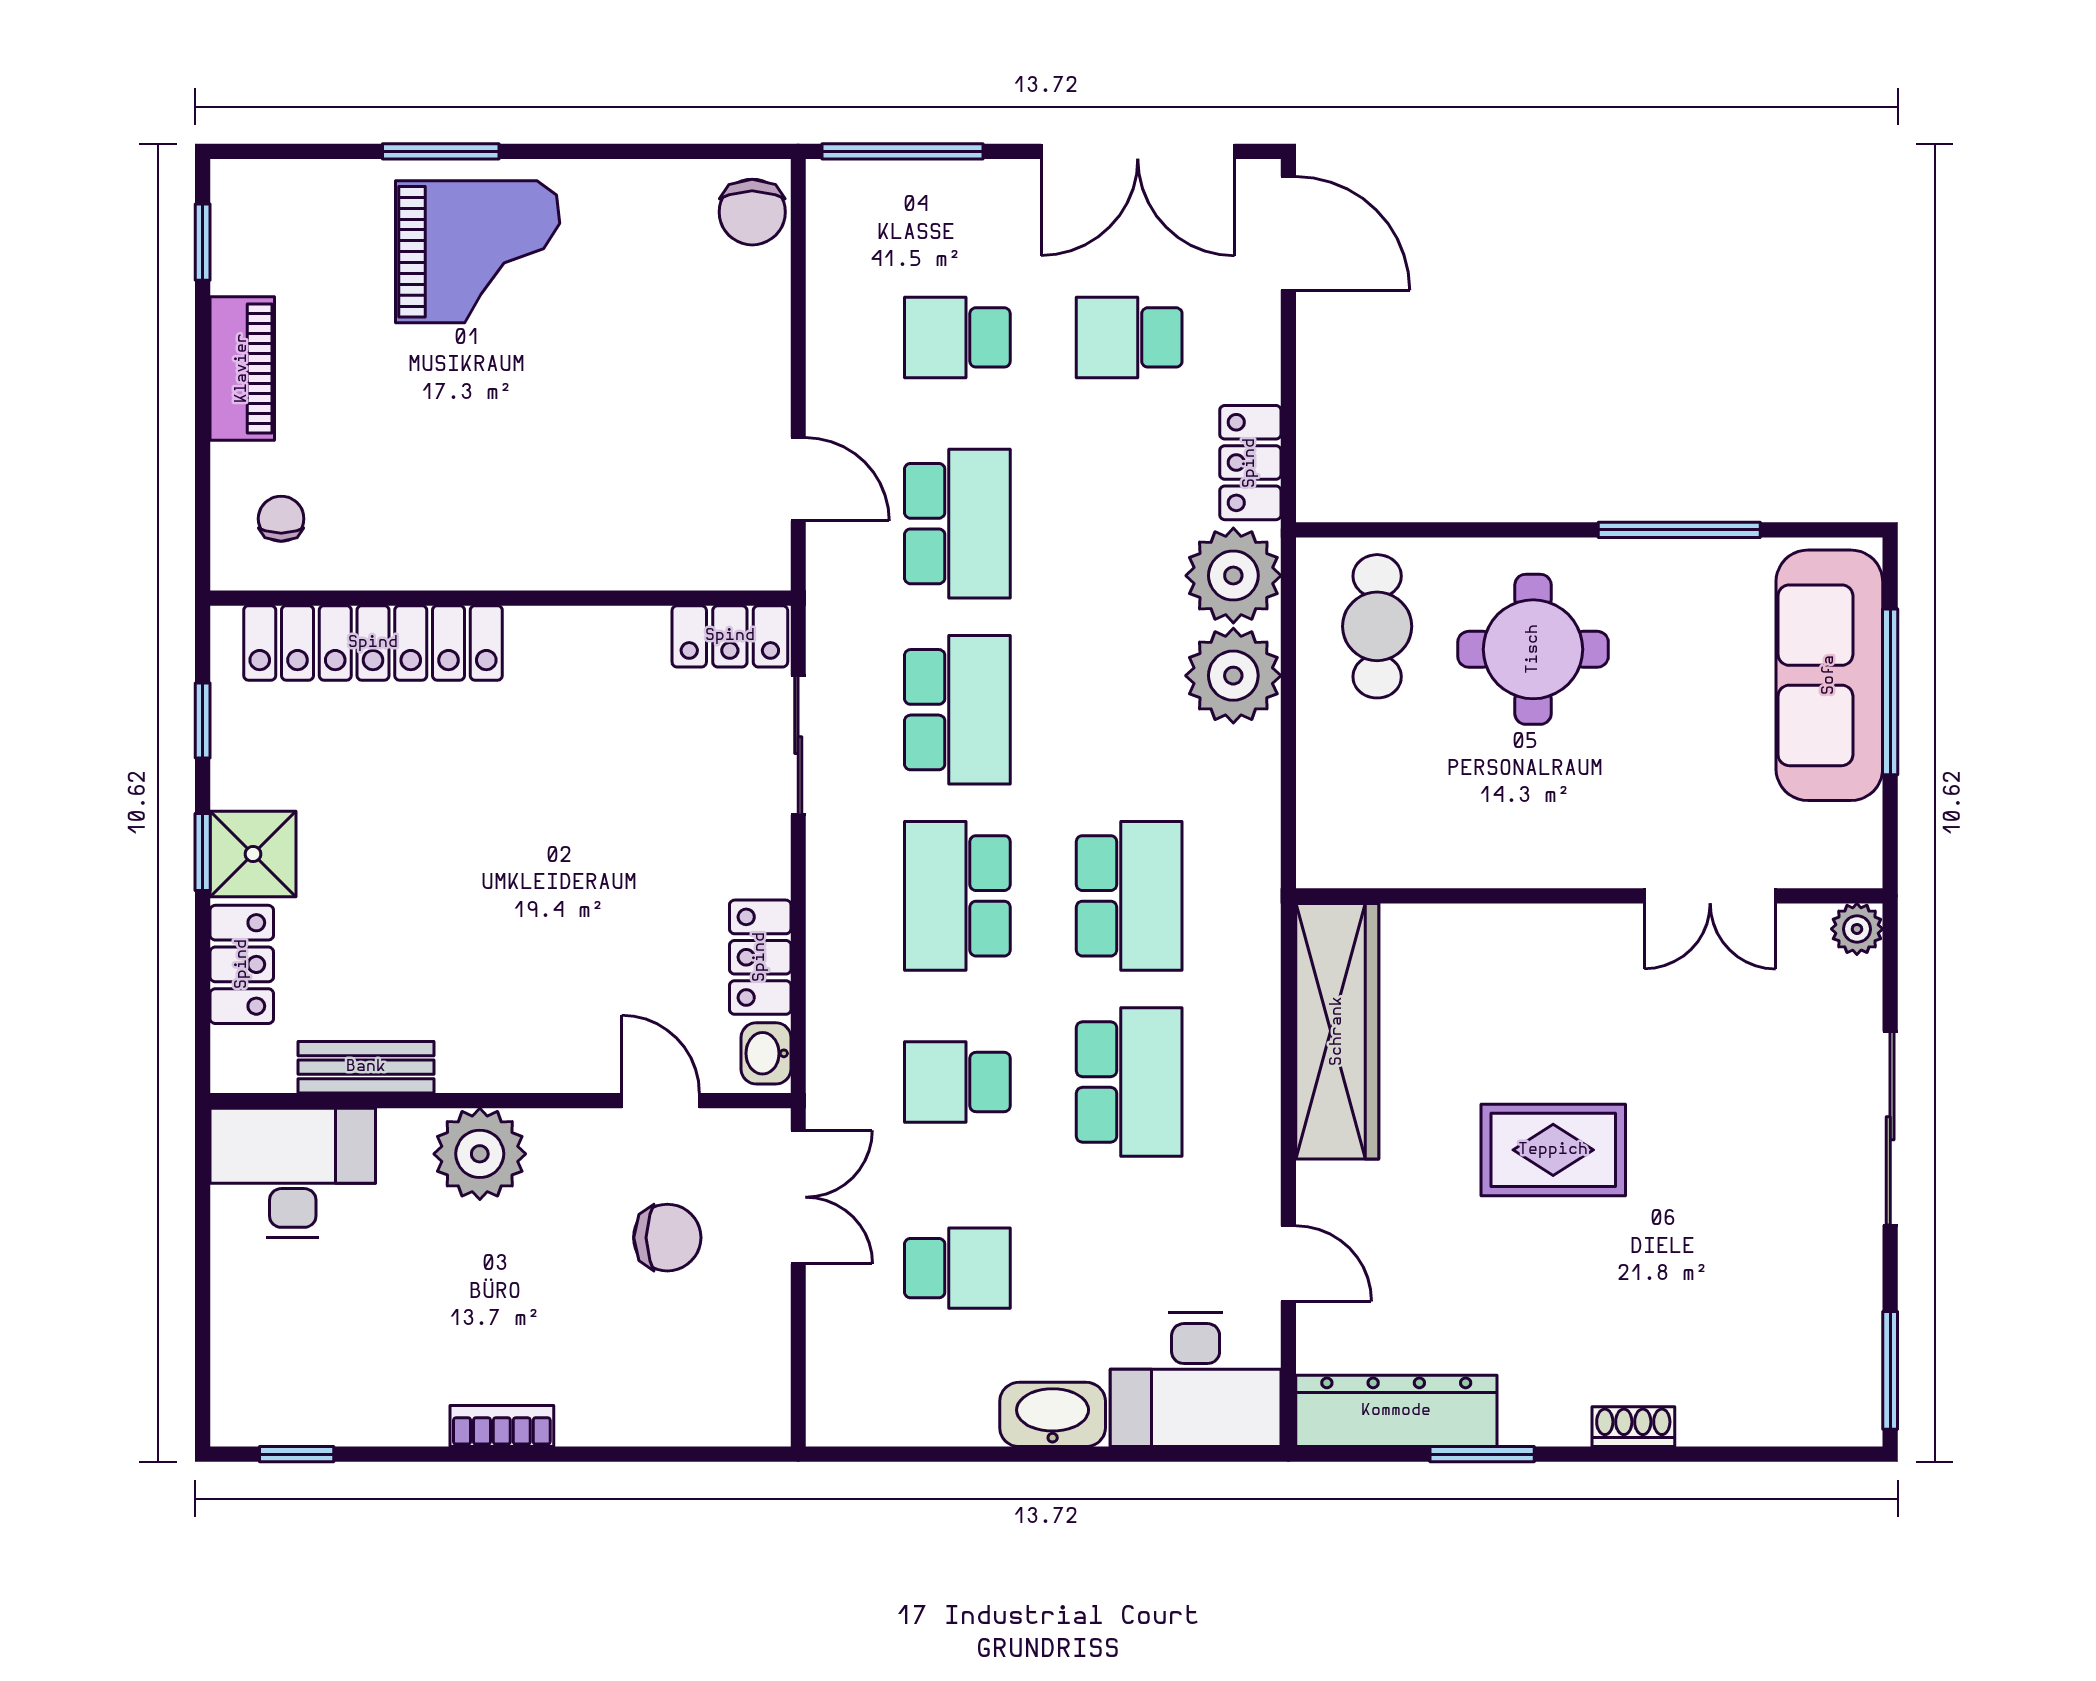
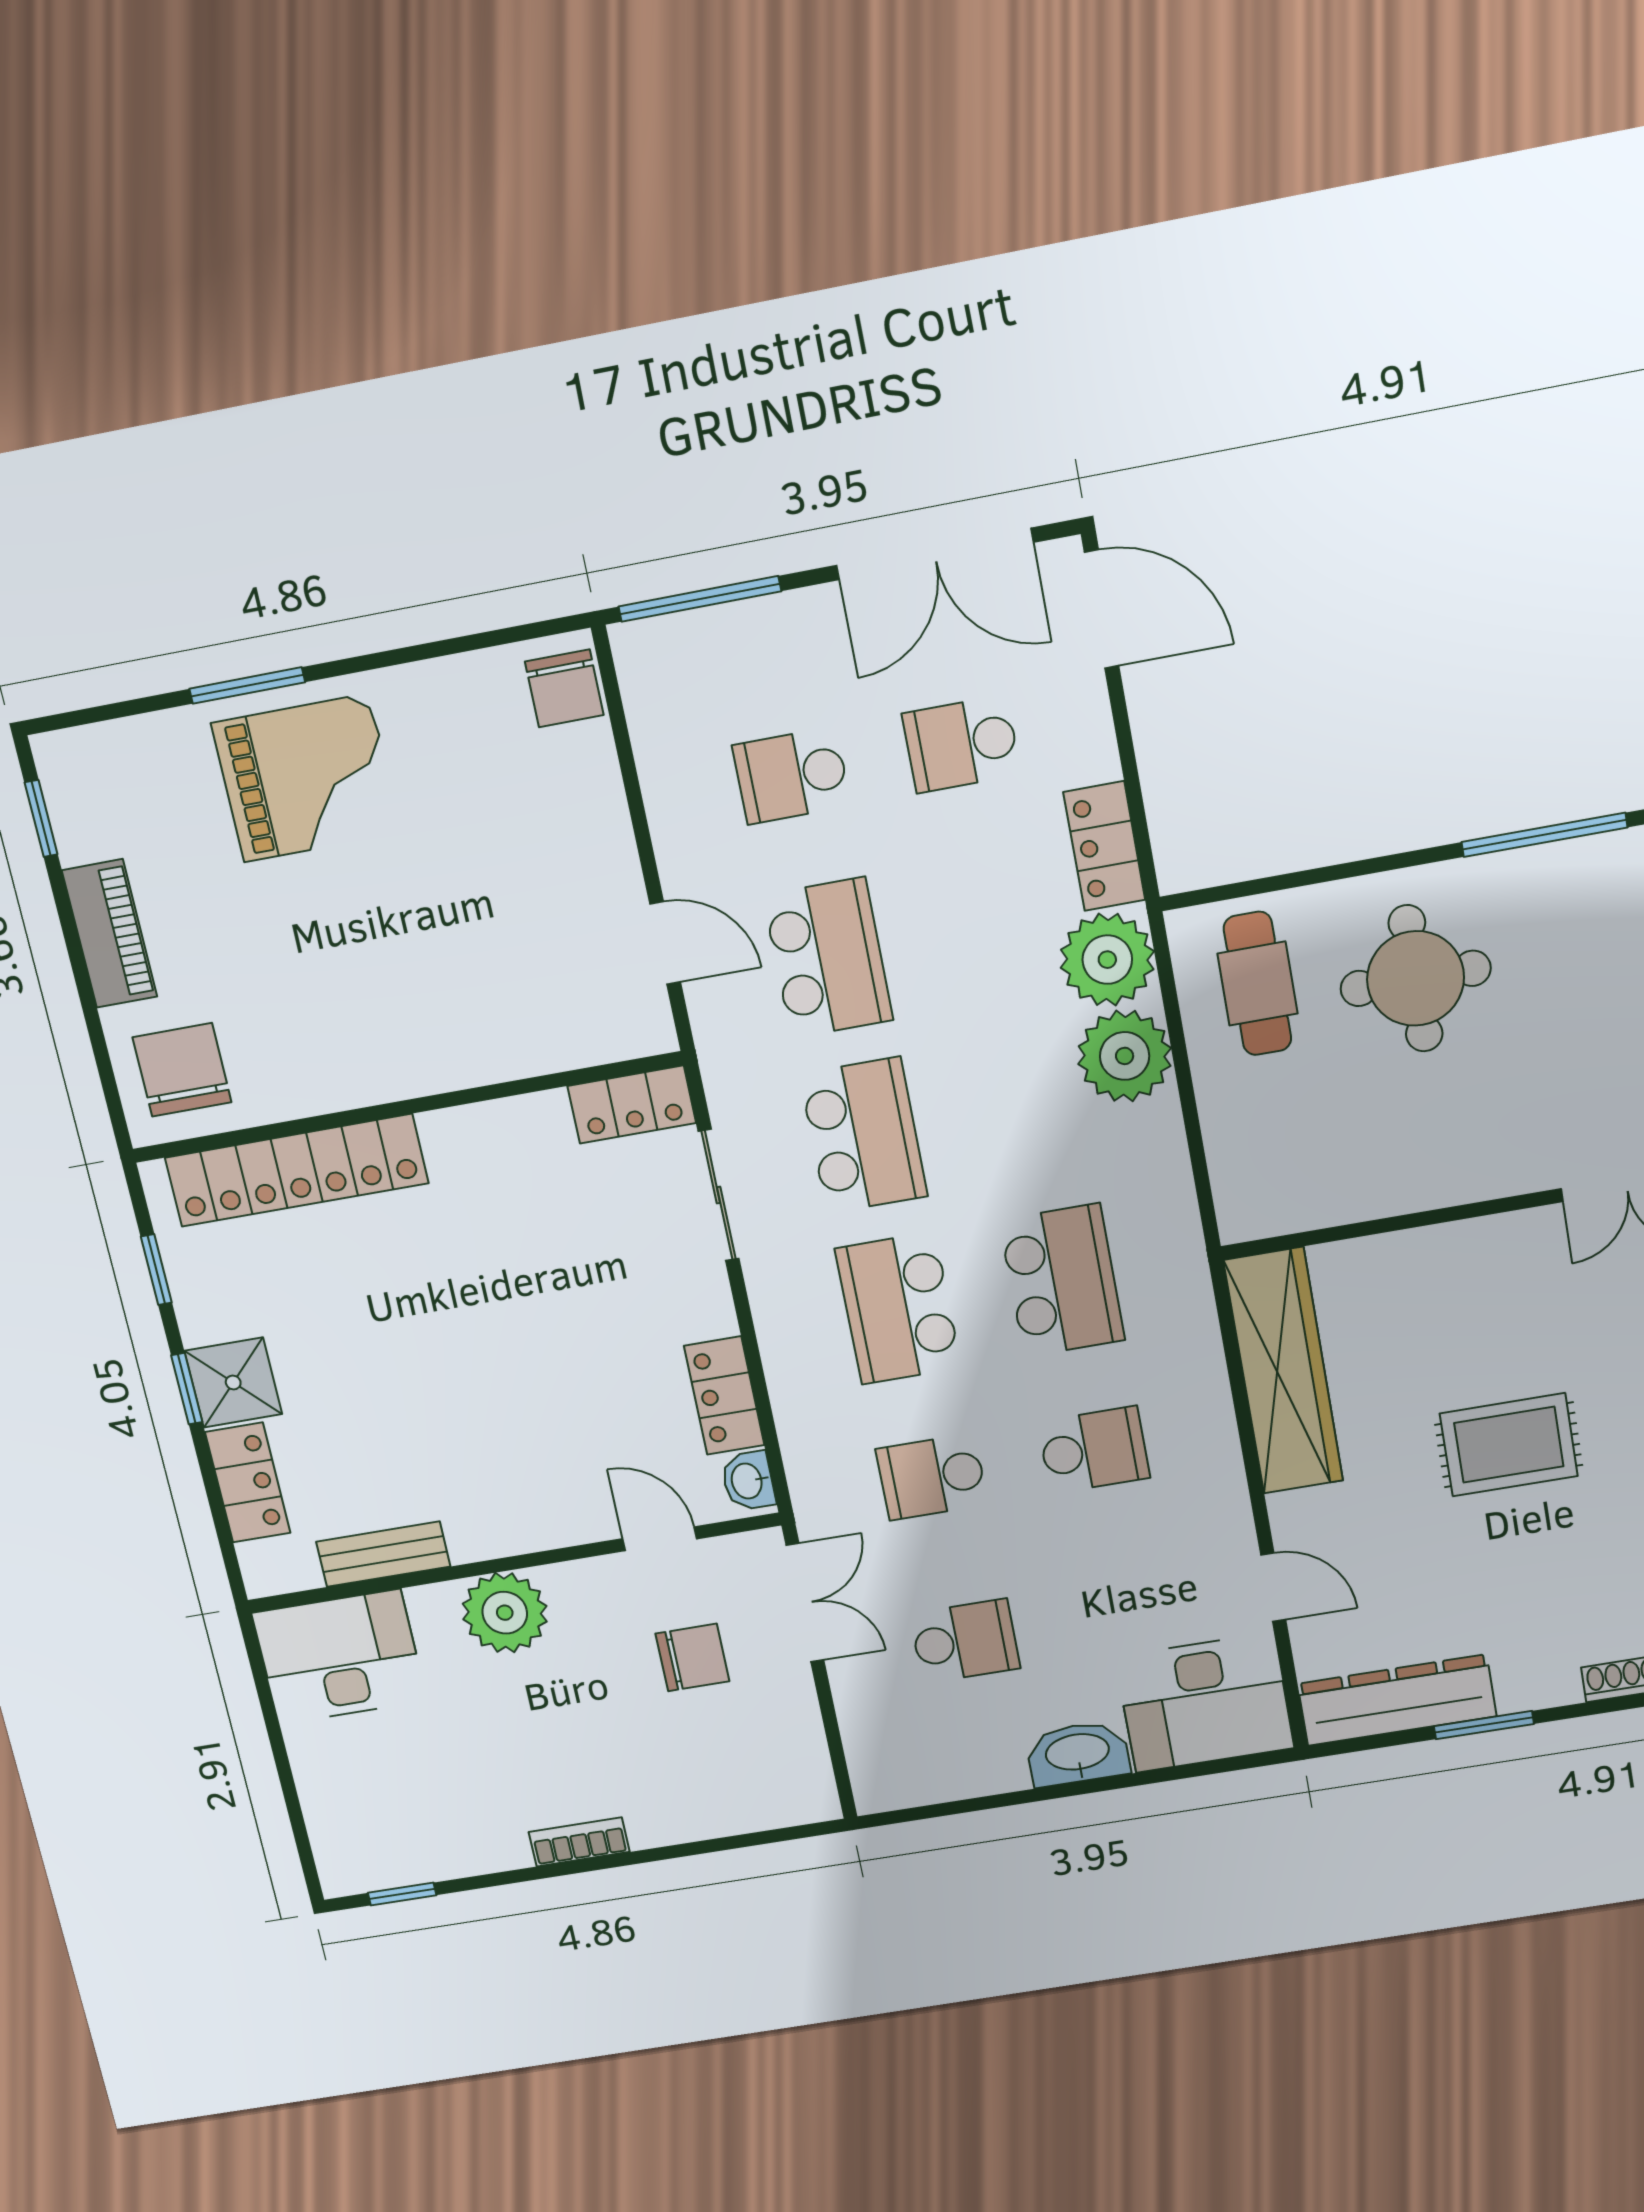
chair: (281, 519) -> (182, 1070), width x1.87, depth x1.87
school desk: (1129, 1082) -> (1094, 1450), width x0.54

